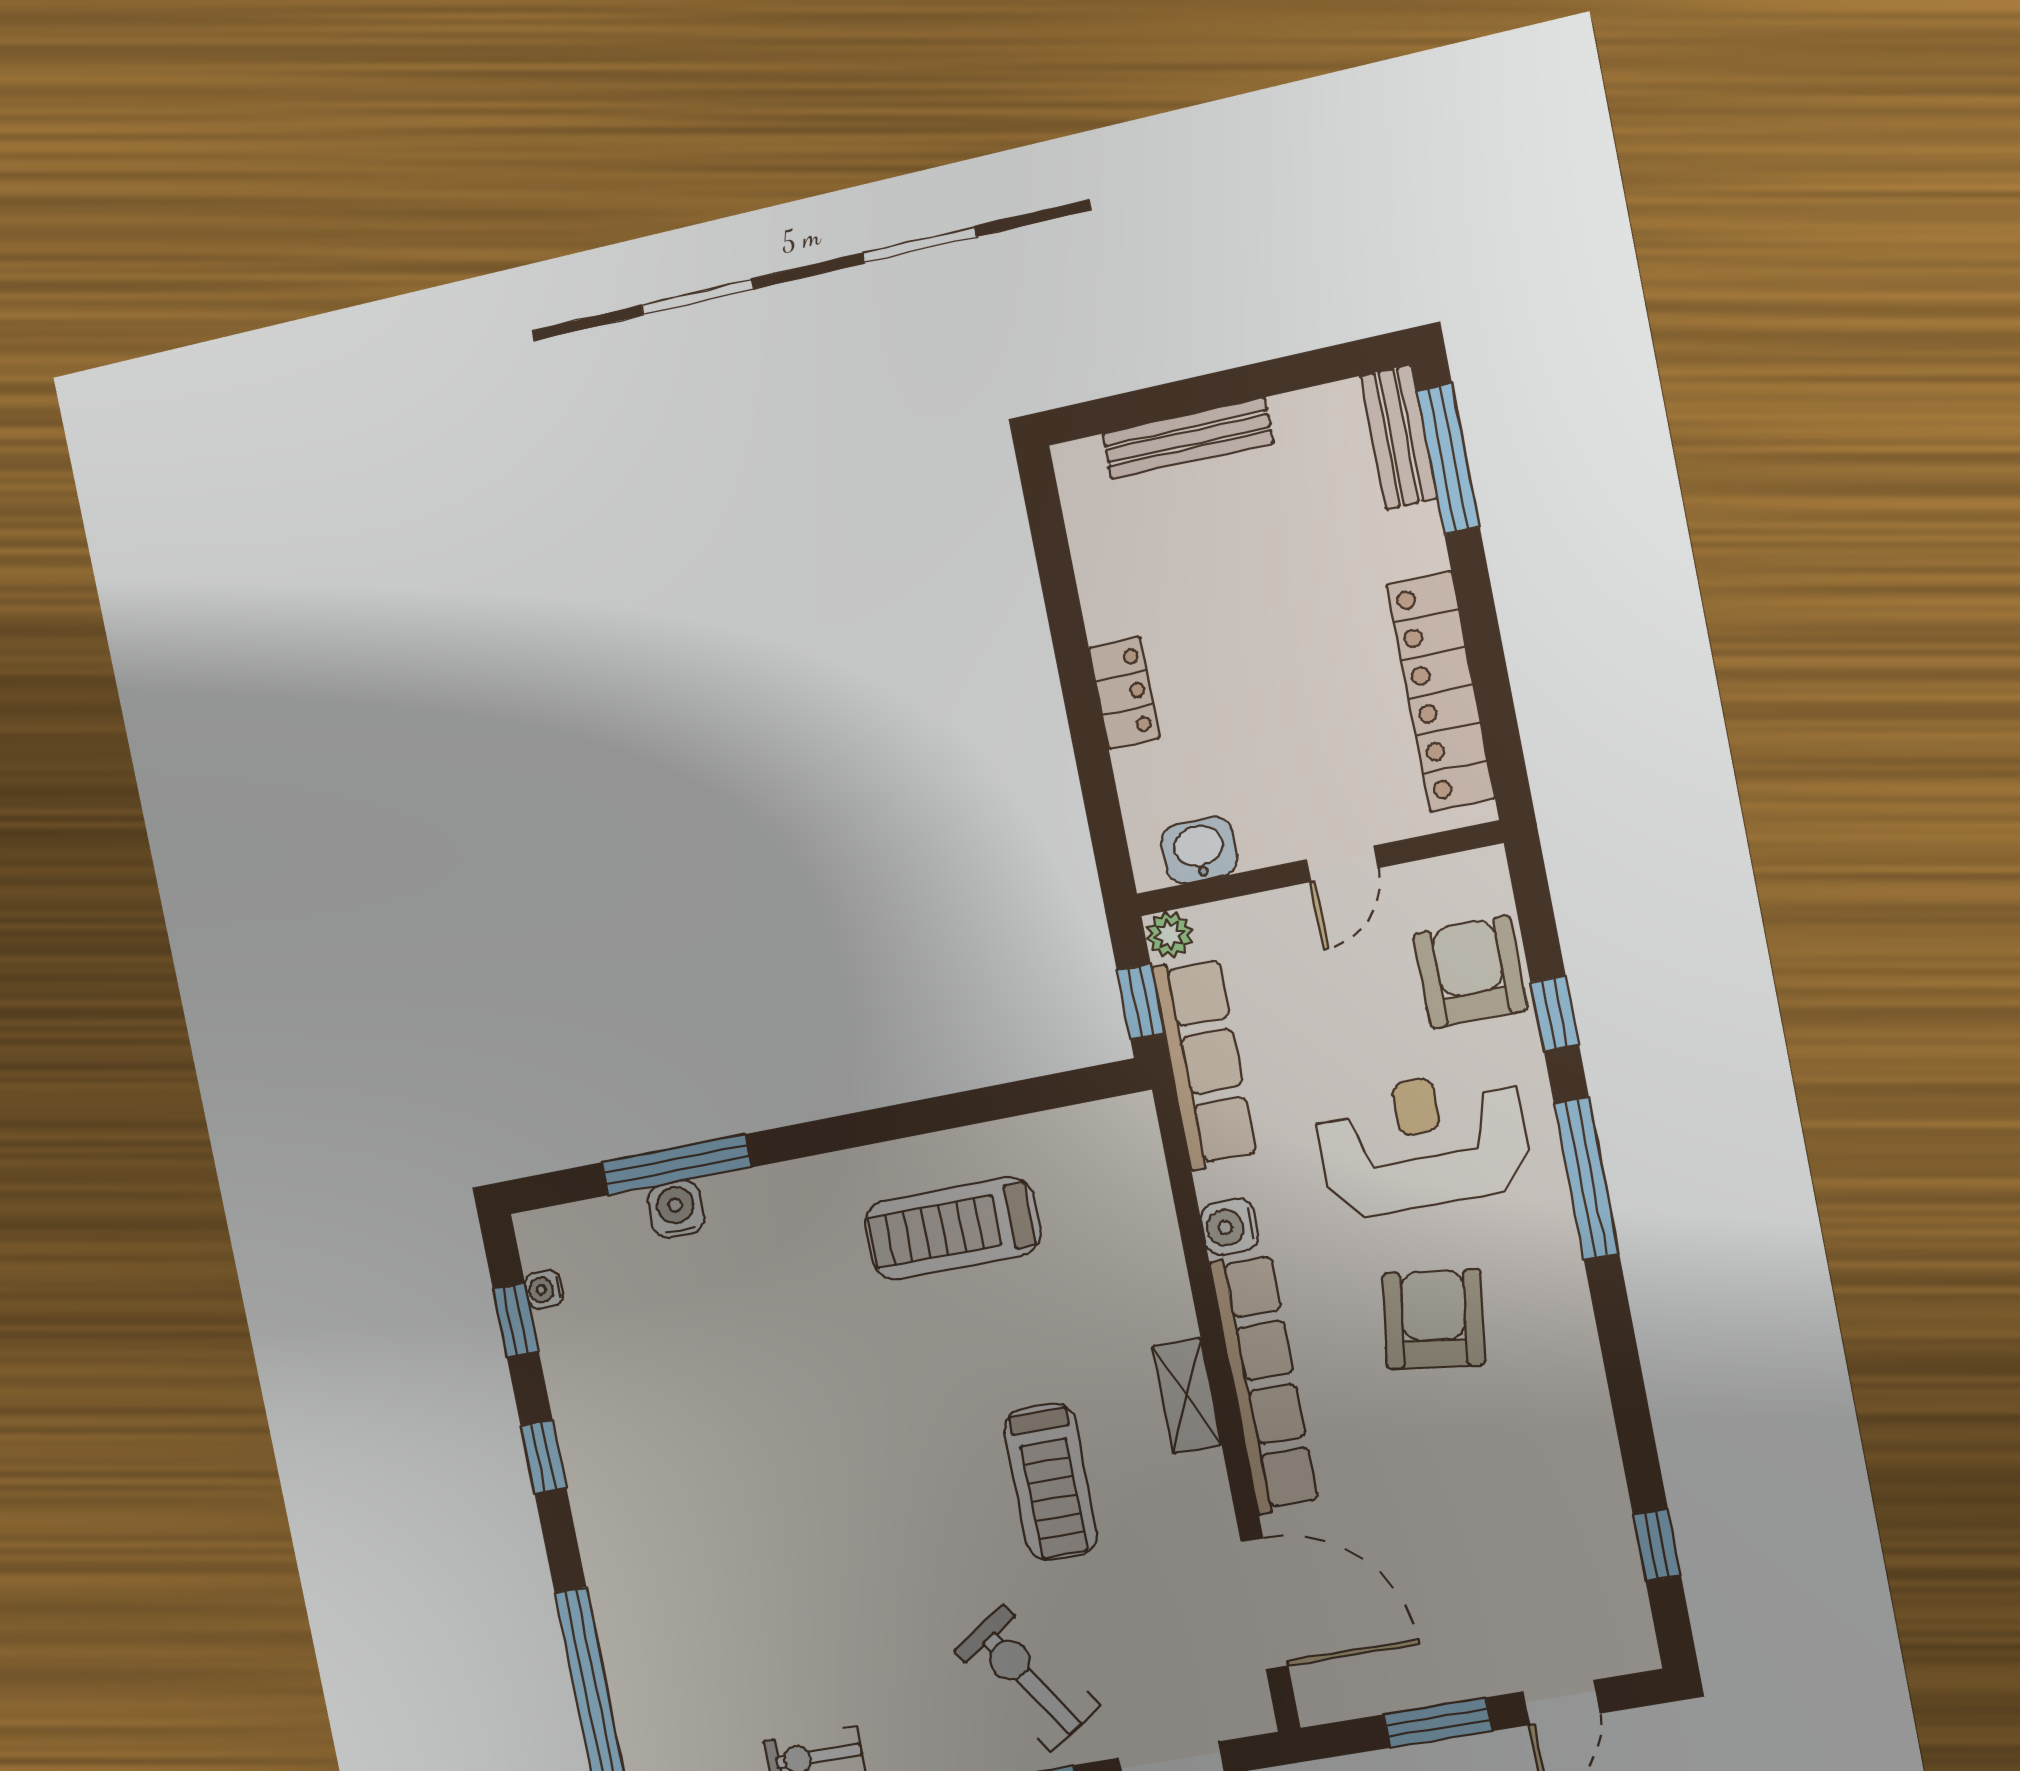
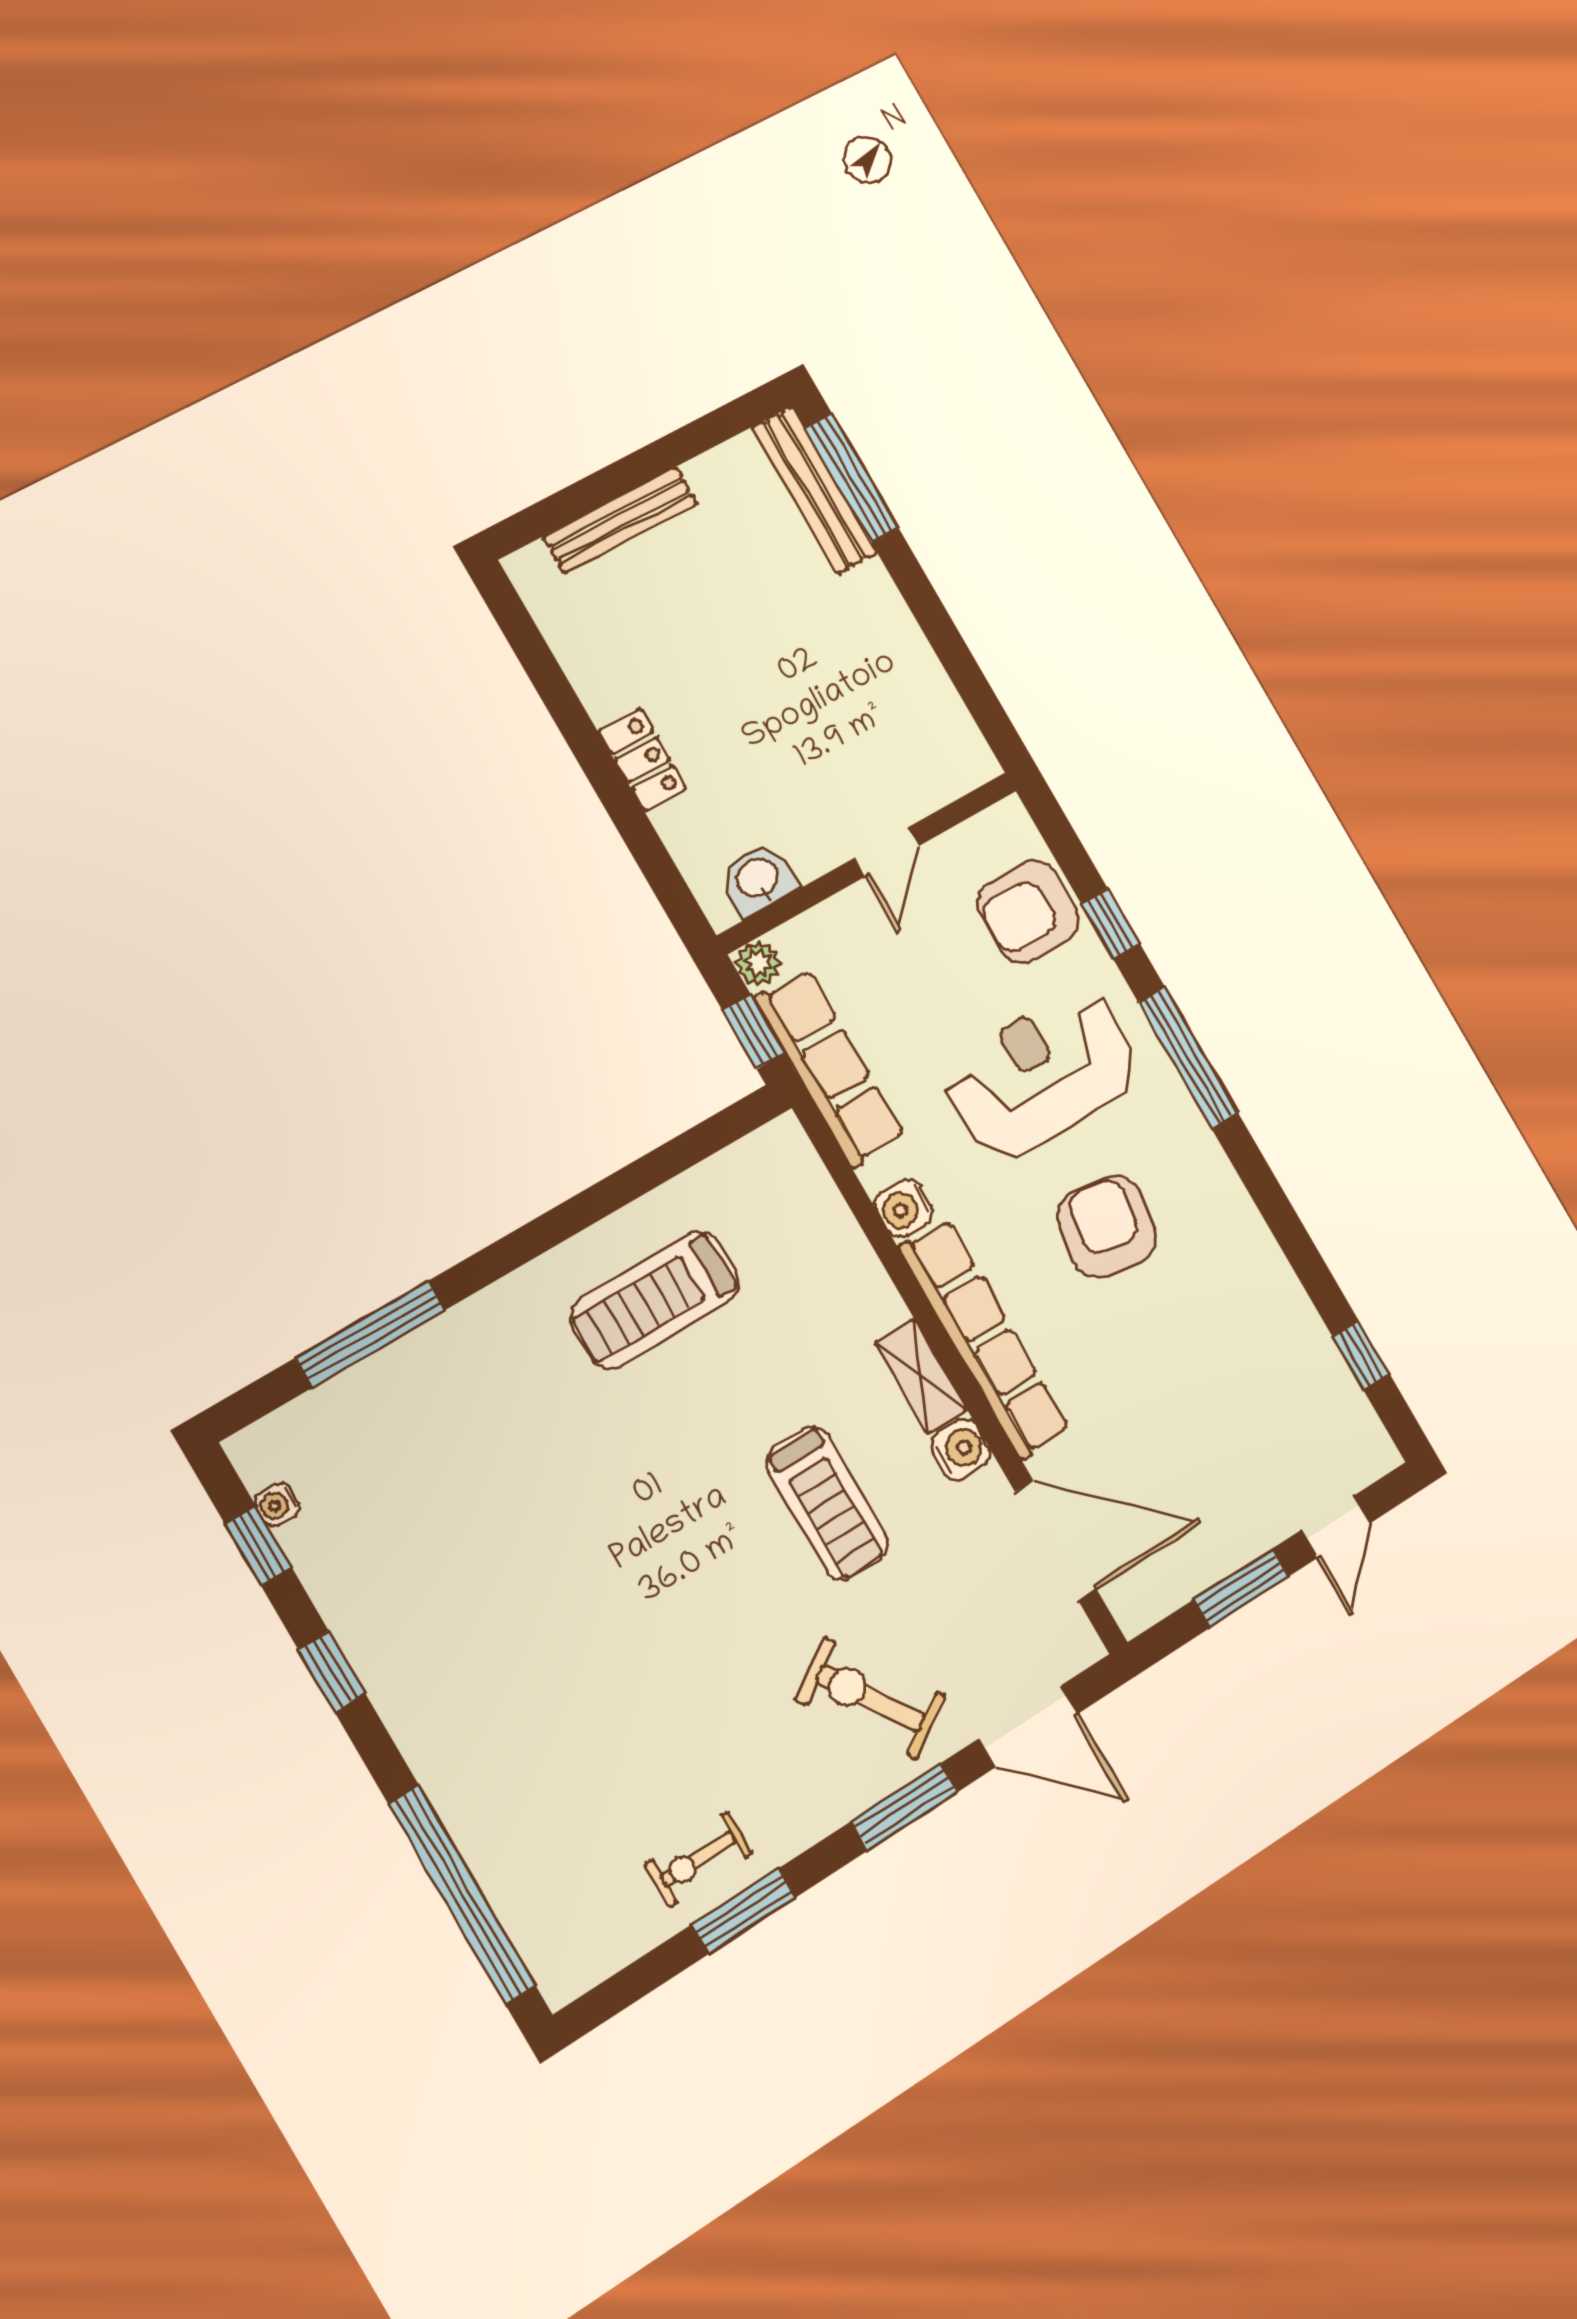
bench: (1399, 437) -> (815, 490), width x1.36
locker: (1441, 692) -> (916, 677), removed
armchair: (1470, 972) -> (1028, 911), turned -90
water cooler: (676, 1209) -> (961, 1450), moved, turned 90

